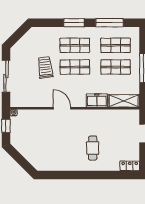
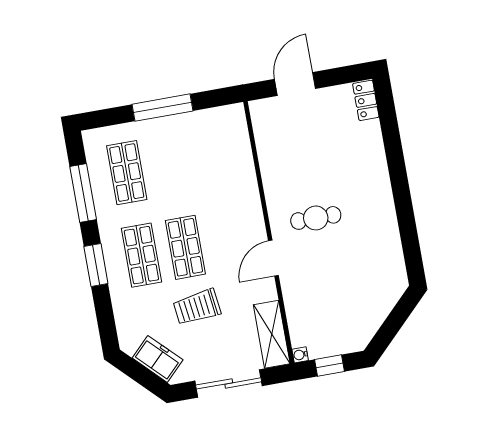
shop shelf: (116, 67) -> (171, 165), removed
freezer: (97, 100) -> (158, 359), moved, turned 135
shelving: (124, 101) -> (272, 334), moved
cafe table: (93, 148) -> (316, 218), moved

